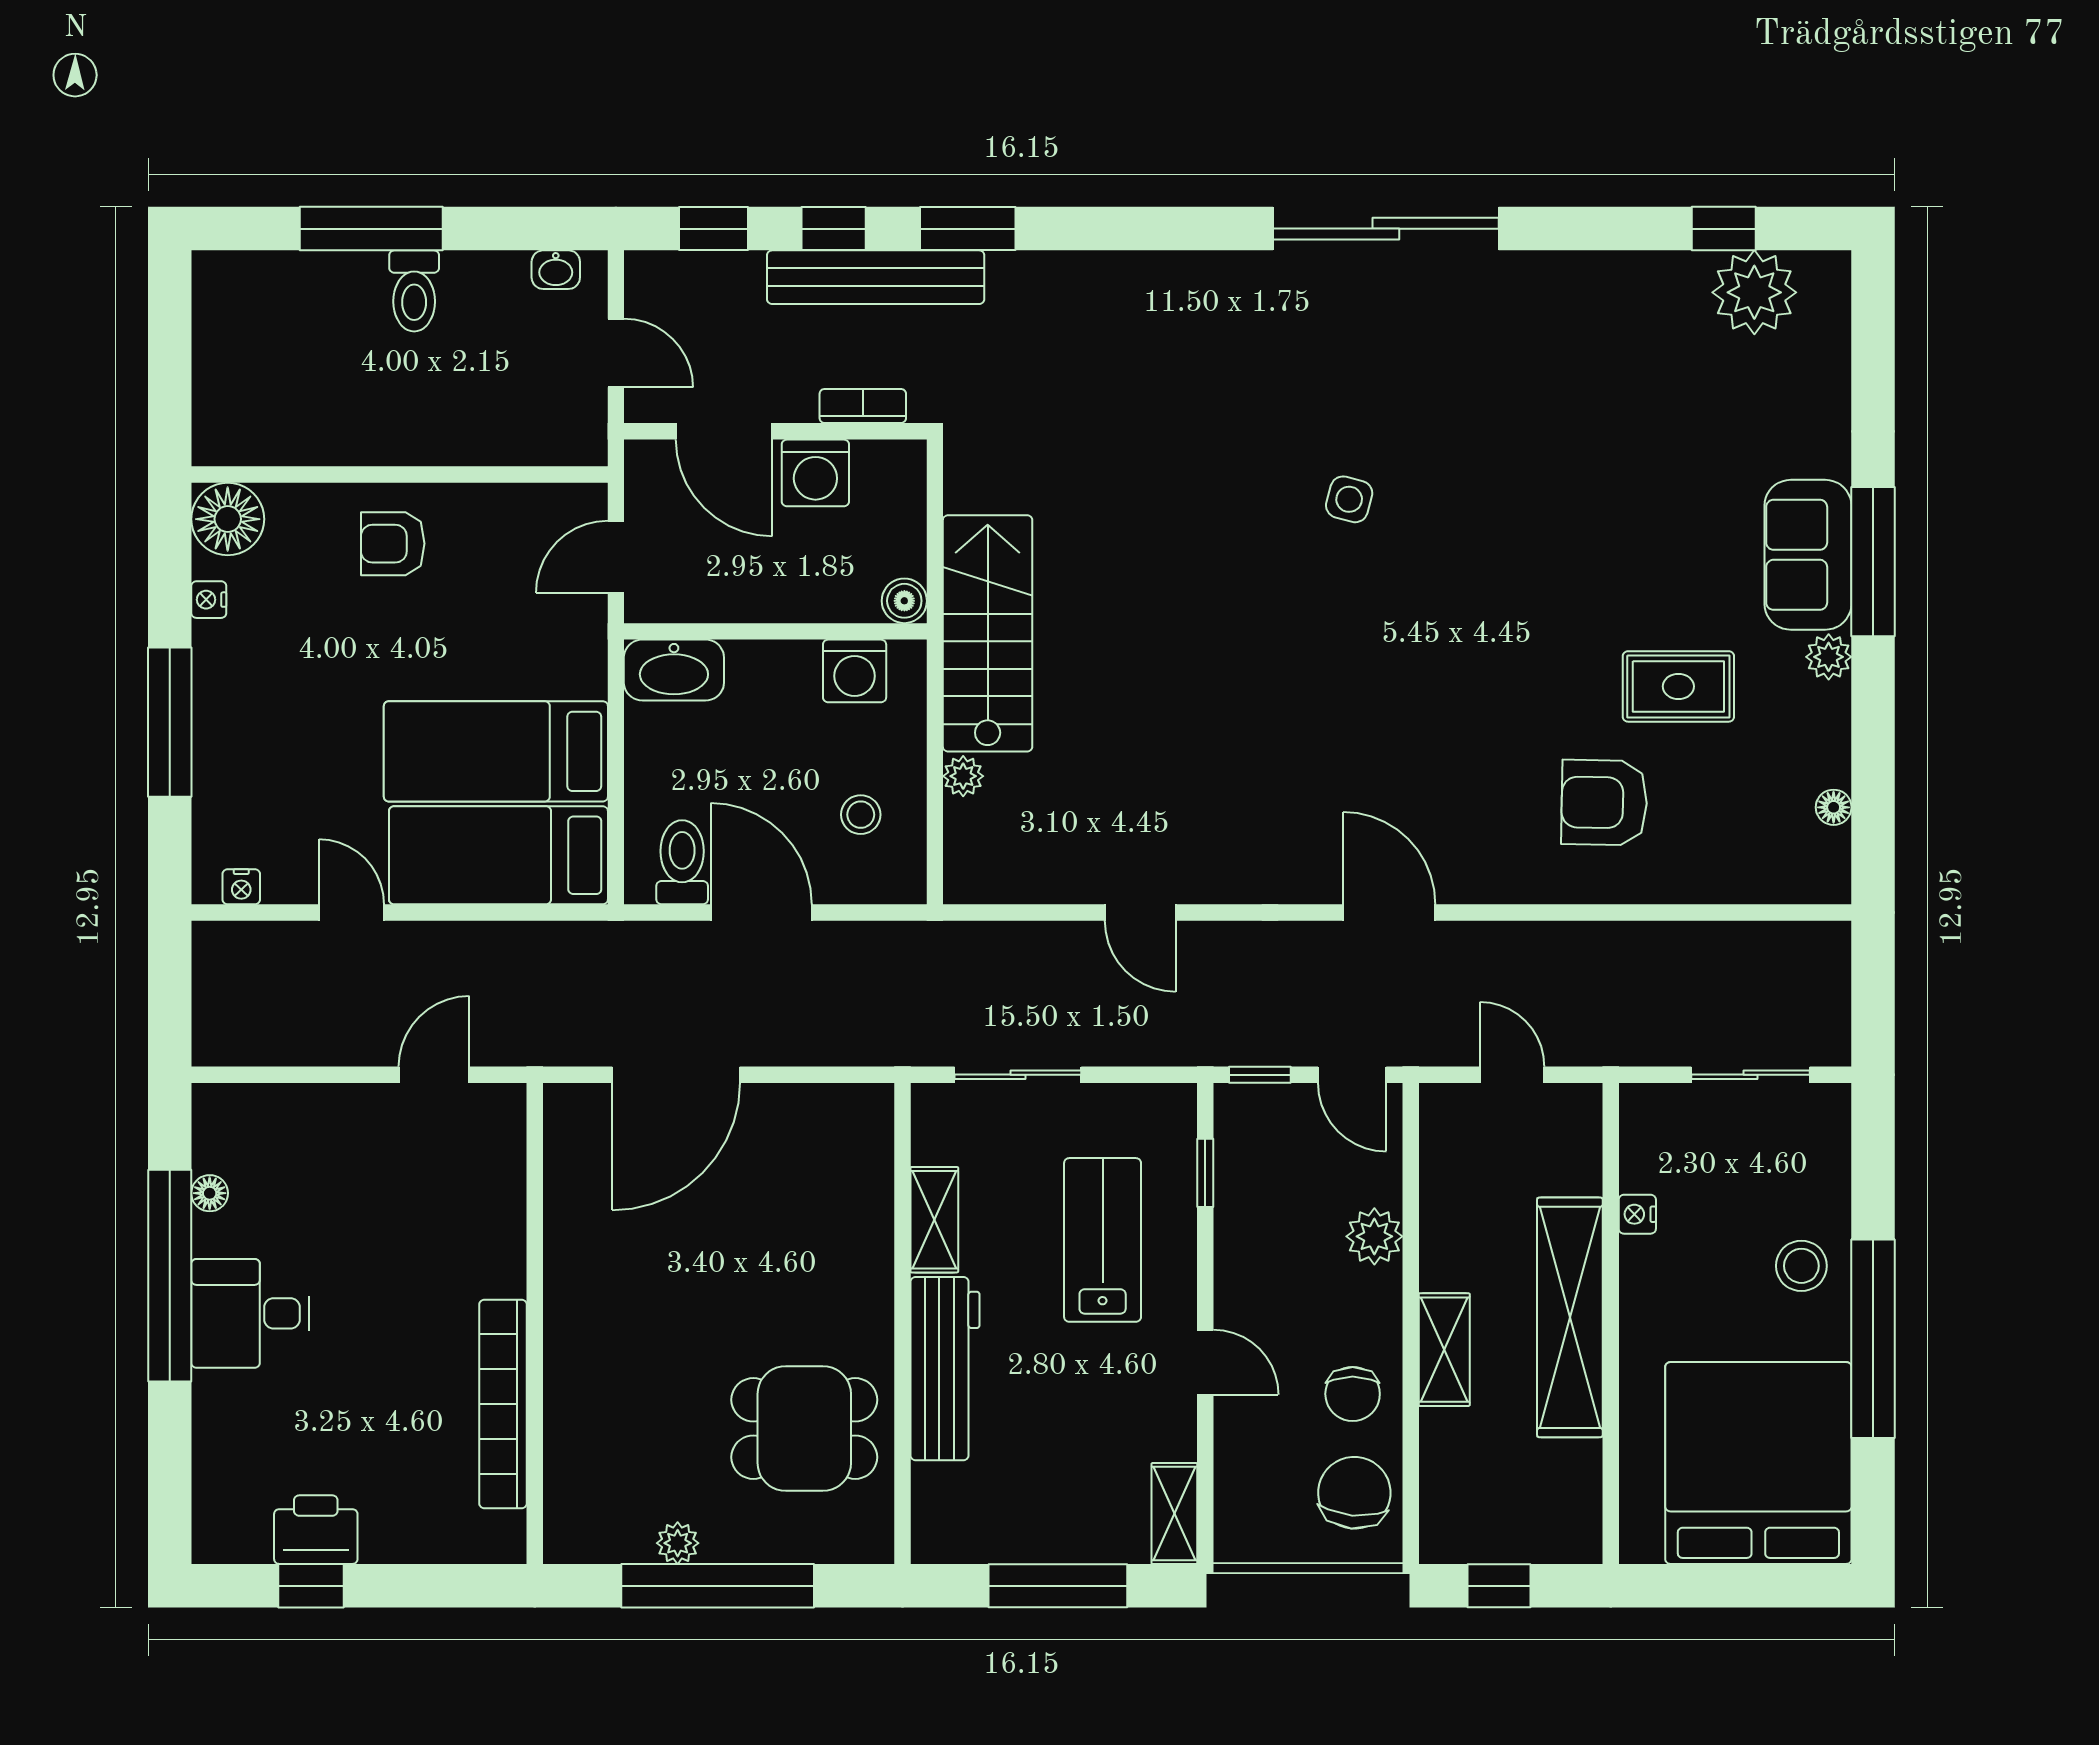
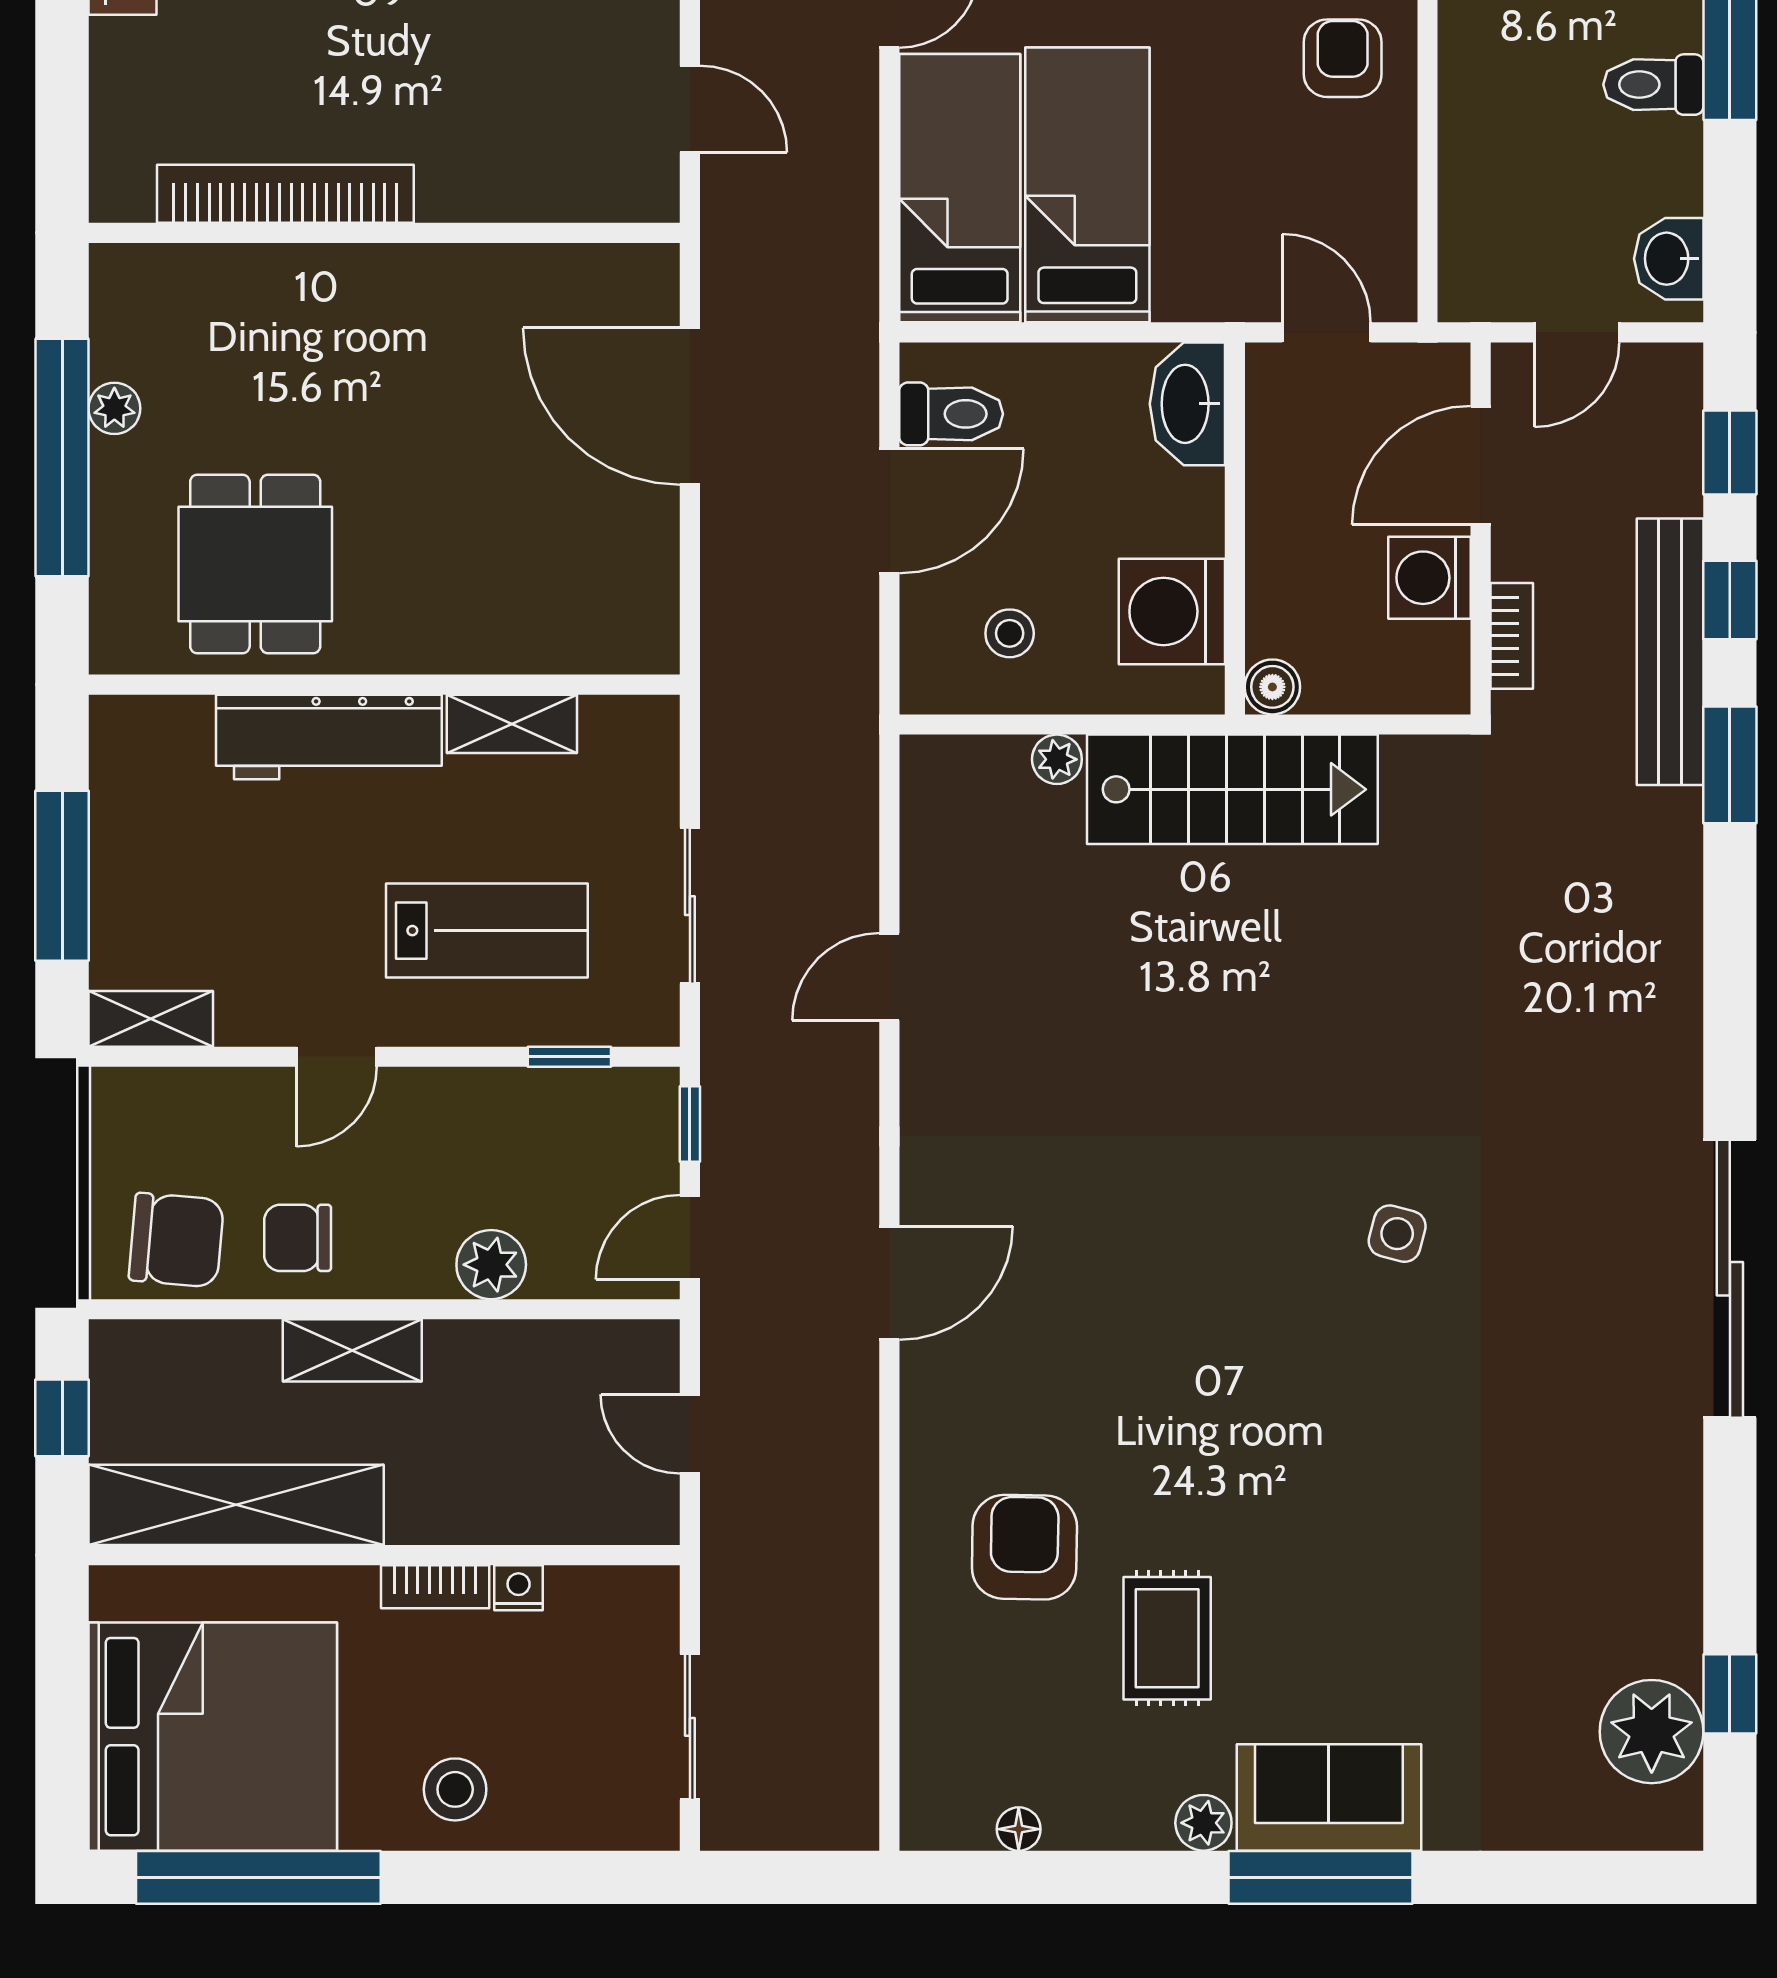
washbasin: (556, 270) -> (1669, 259), width x1.38, depth x1.45
washing machine: (855, 671) -> (1172, 611), width x1.37, depth x1.37
sliding door: (1018, 1075) -> (690, 906), moved
door: (1512, 1075) -> (690, 1434), swing flipped
bookcase: (1636, 1282) -> (435, 1587), added
shelving: (1570, 1317) -> (236, 1505), moved
window: (1873, 1339) -> (258, 1877), moved

